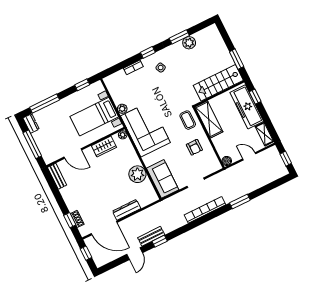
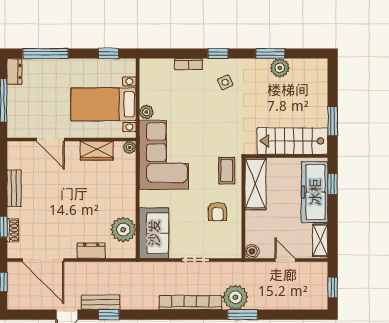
plant: (137, 174) -> (123, 230), moved
bench: (57, 176) -> (14, 188), moved
plant: (230, 193) -> (235, 297), added
dresser: (127, 210) -> (91, 251), width x0.70

